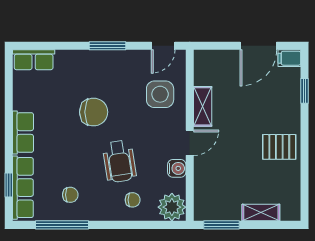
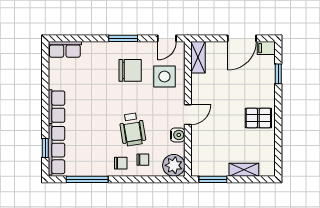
shelving: (203, 106) -> (198, 57), moved
chair: (94, 112) -> (130, 70), moved
chair: (70, 195) -> (121, 163), moved

